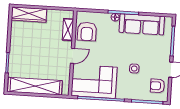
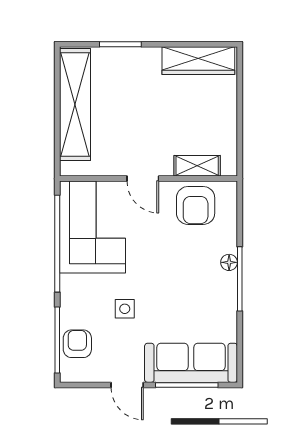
wardrobe: (29, 15) -> (198, 61), moved, turned -90
sofa: (142, 24) -> (191, 363), moved, turned 90
armchair: (87, 31) -> (196, 205), turned -90
armchair: (157, 86) -> (77, 344), moved

